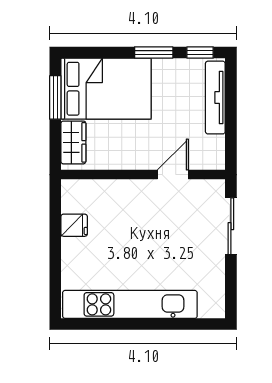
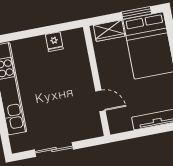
sliding door: (231, 226) -> (54, 150), moved

